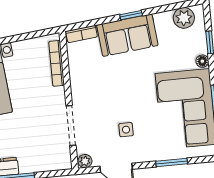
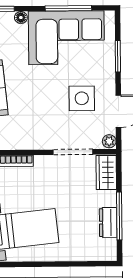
side table: (126, 130) -> (82, 98), width x1.87, depth x1.87
wardrobe: (53, 161) -> (106, 173), added

